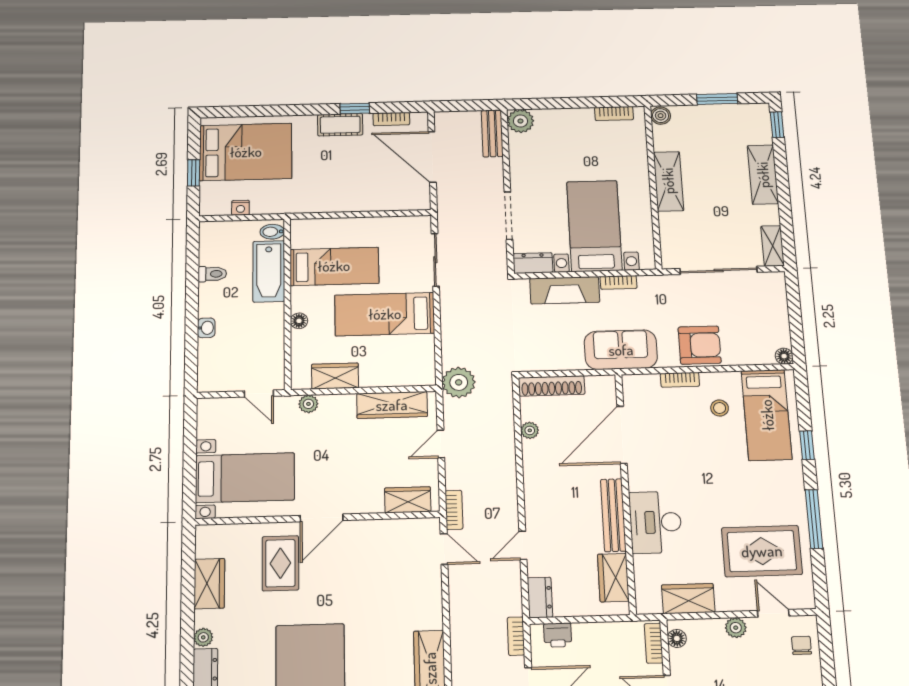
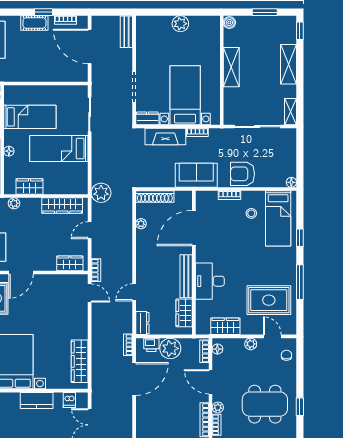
bookcase: (614, 114) -> (201, 20), removed
plant: (520, 121) -> (180, 24), moved
armchair: (700, 345) -> (243, 174), turned 180
plant: (592, 640) -> (170, 348), added

